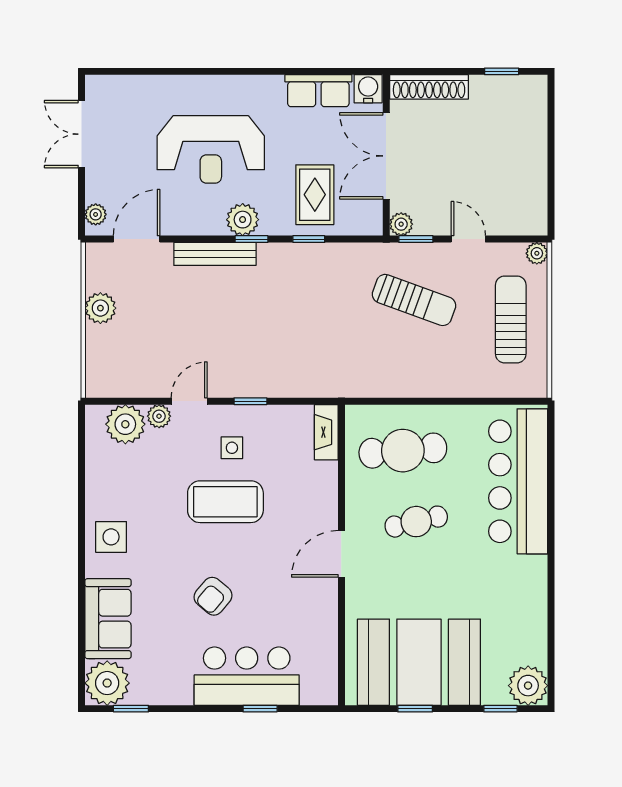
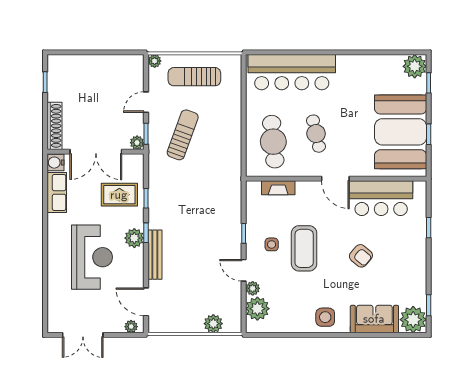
plant: (100, 308) -> (213, 324), moved
fireplace: (326, 432) -> (278, 188), moved
bar counter: (247, 676) -> (381, 198), moved, turned -90

